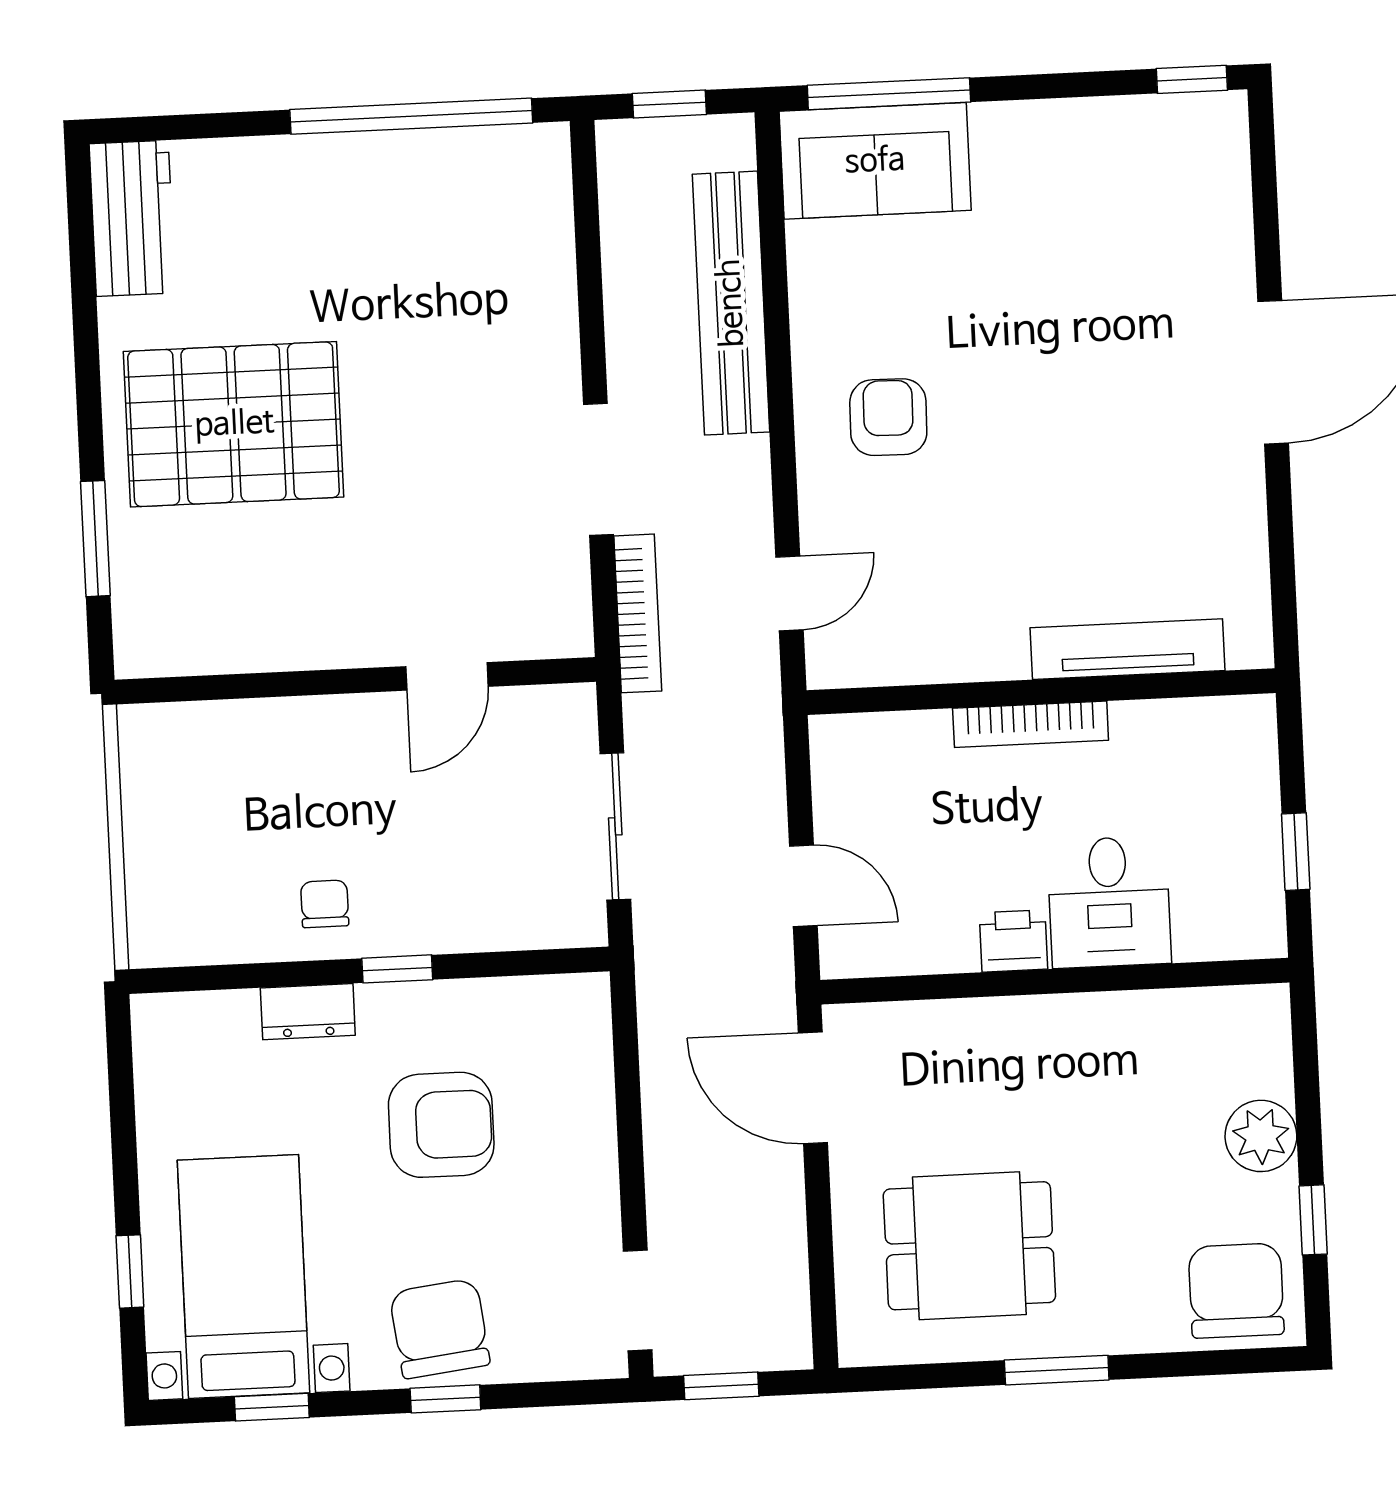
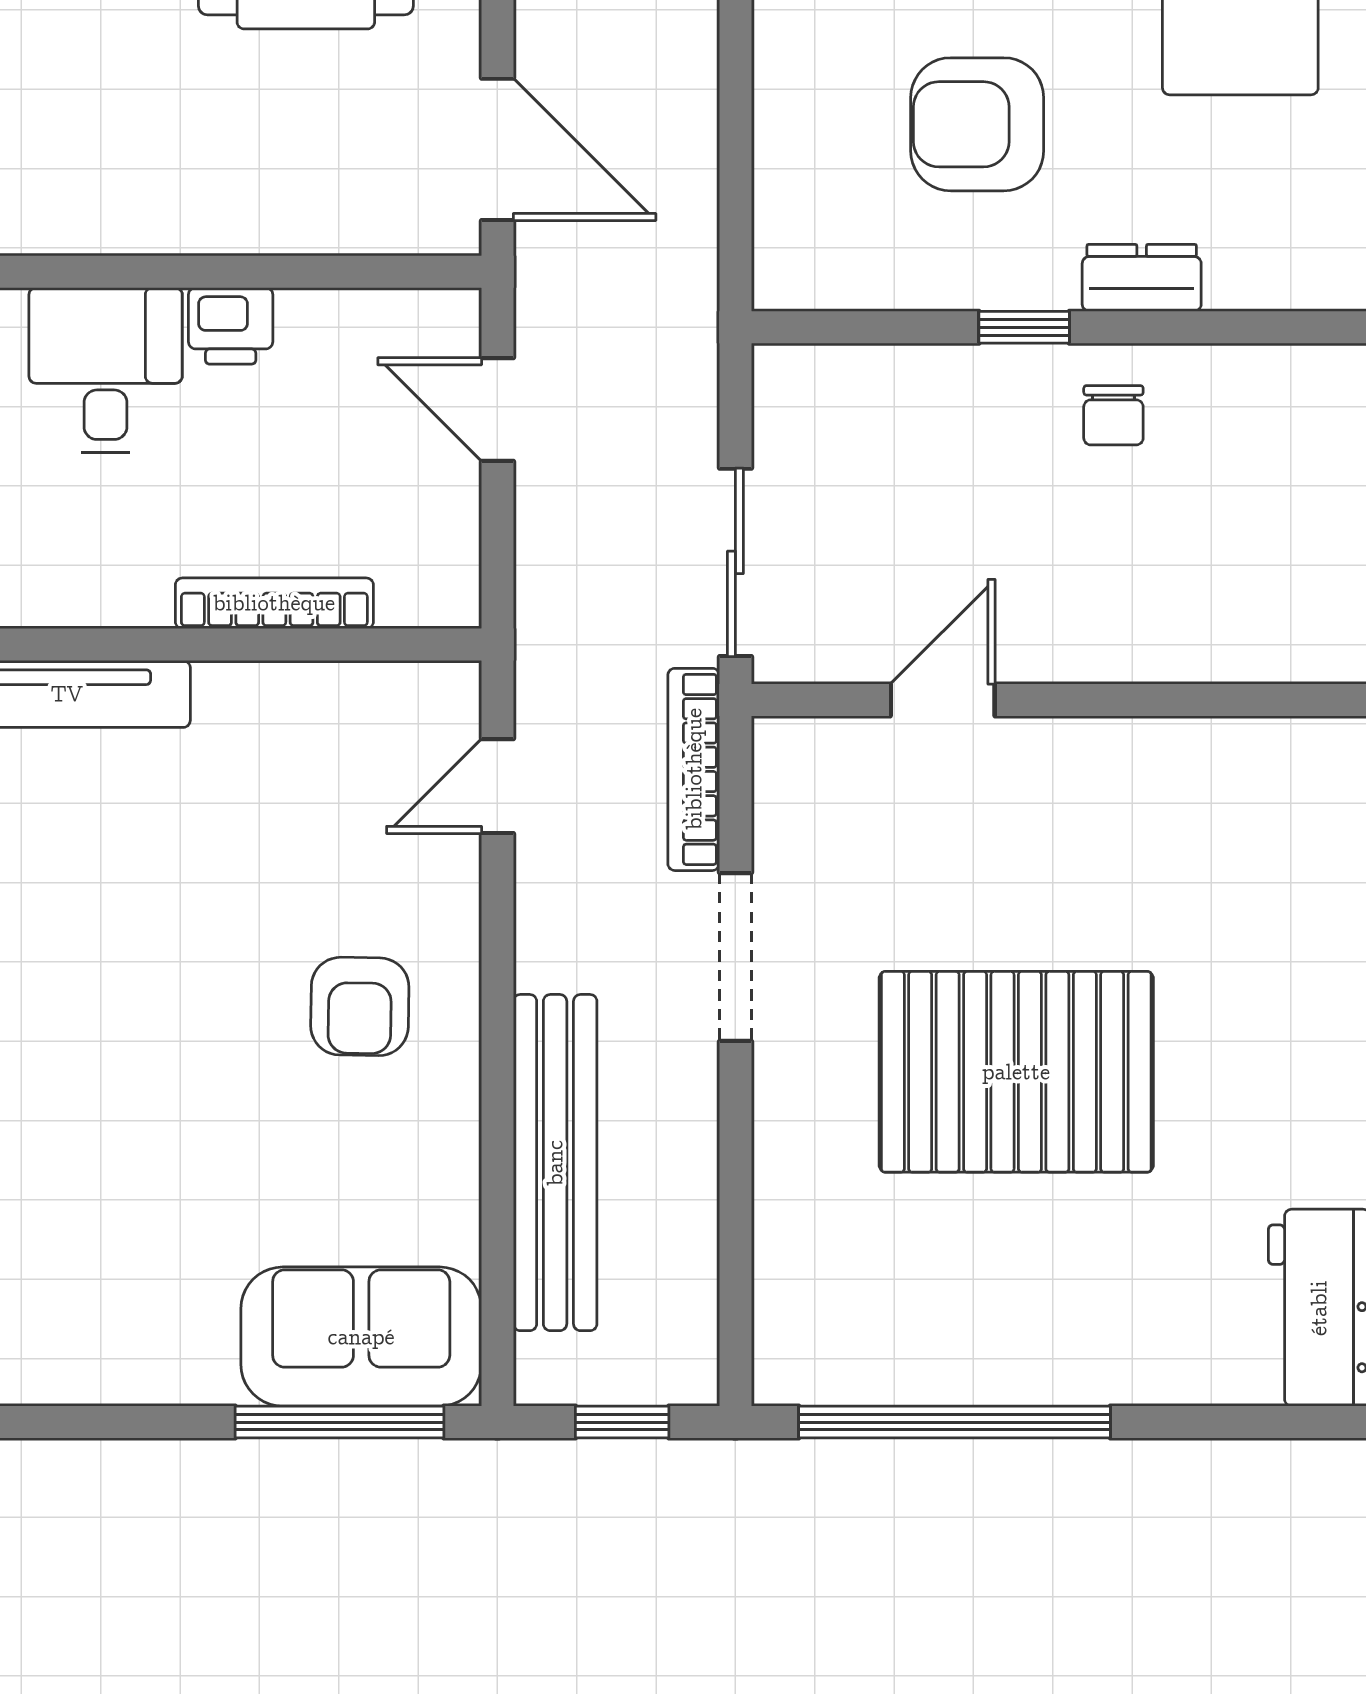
pallet: (234, 424) -> (1016, 1072), moved
bookcase: (1031, 724) -> (274, 603), moved
sliding door: (615, 826) -> (735, 562), moved

